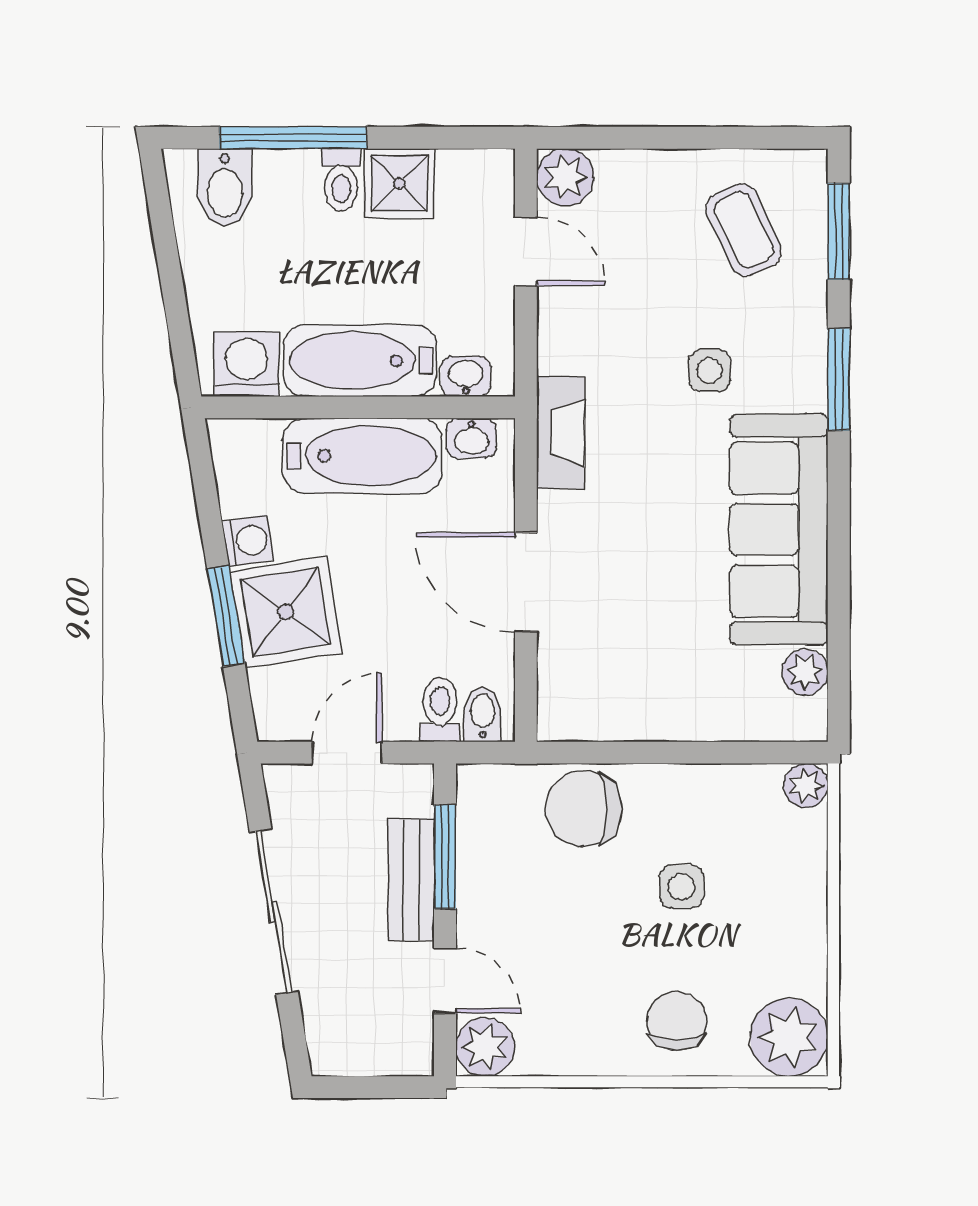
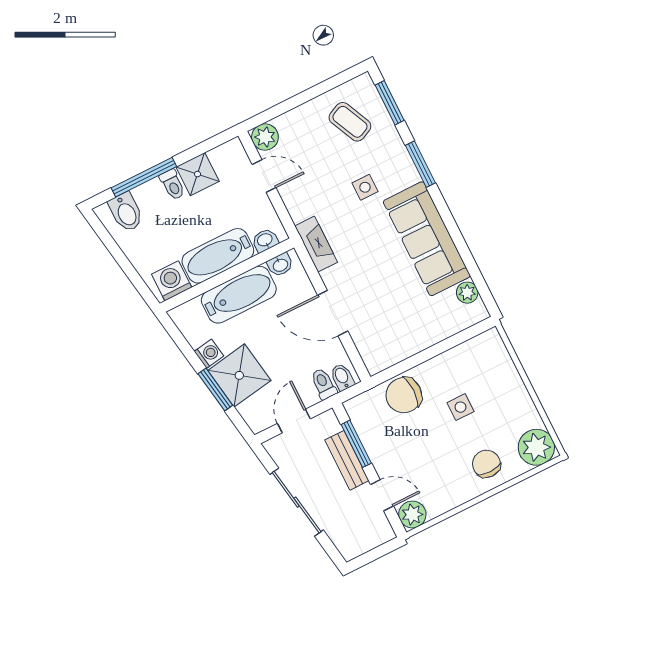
plant: (806, 786) -> (491, 339), removed

